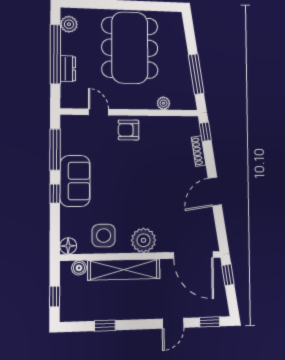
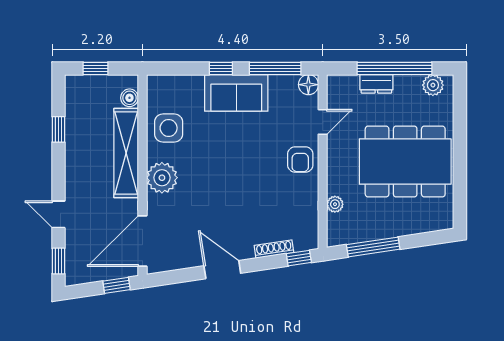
armchair: (129, 130) -> (300, 159), turned 180
floor lamp: (68, 246) -> (308, 85), moved

